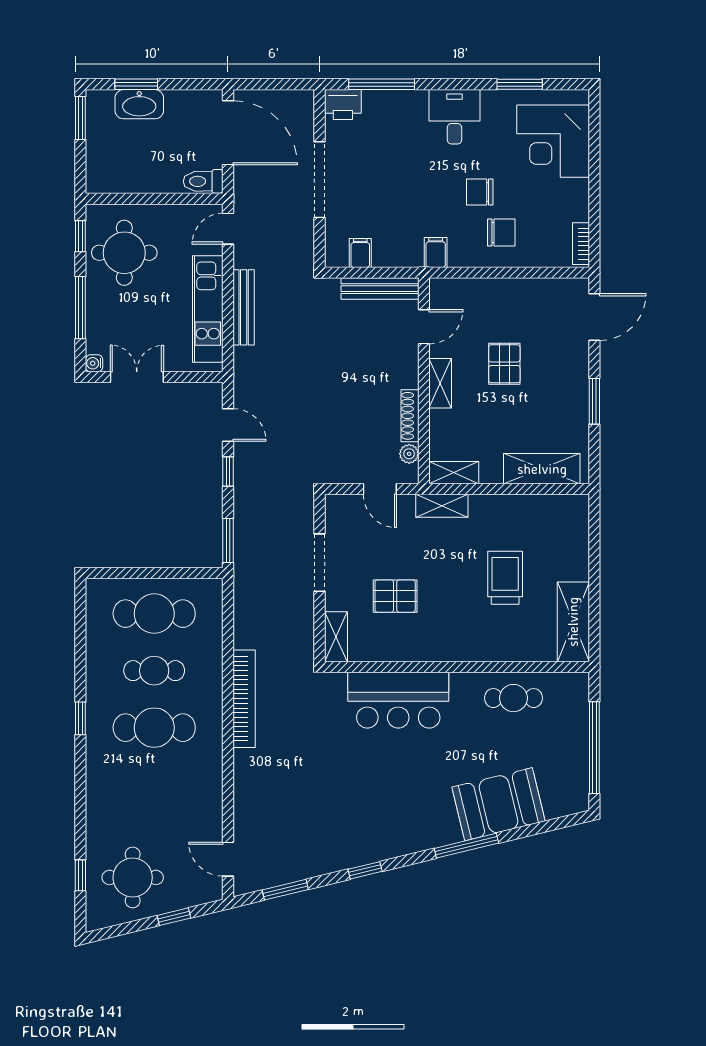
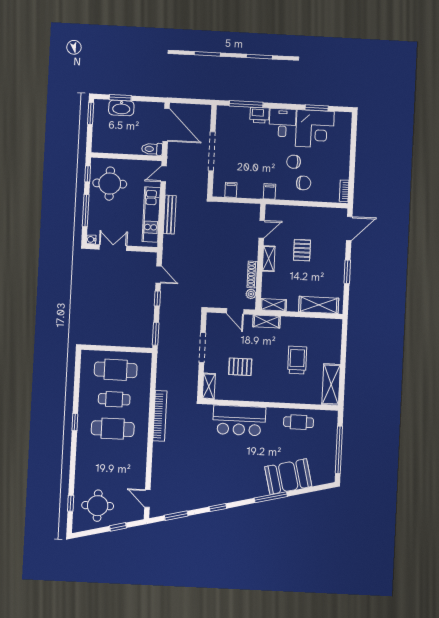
printer: (343, 104) -> (259, 115), moved
corner desk: (553, 141) -> (315, 129), moved, turned -90
bench: (380, 289) -> (240, 209), removed

